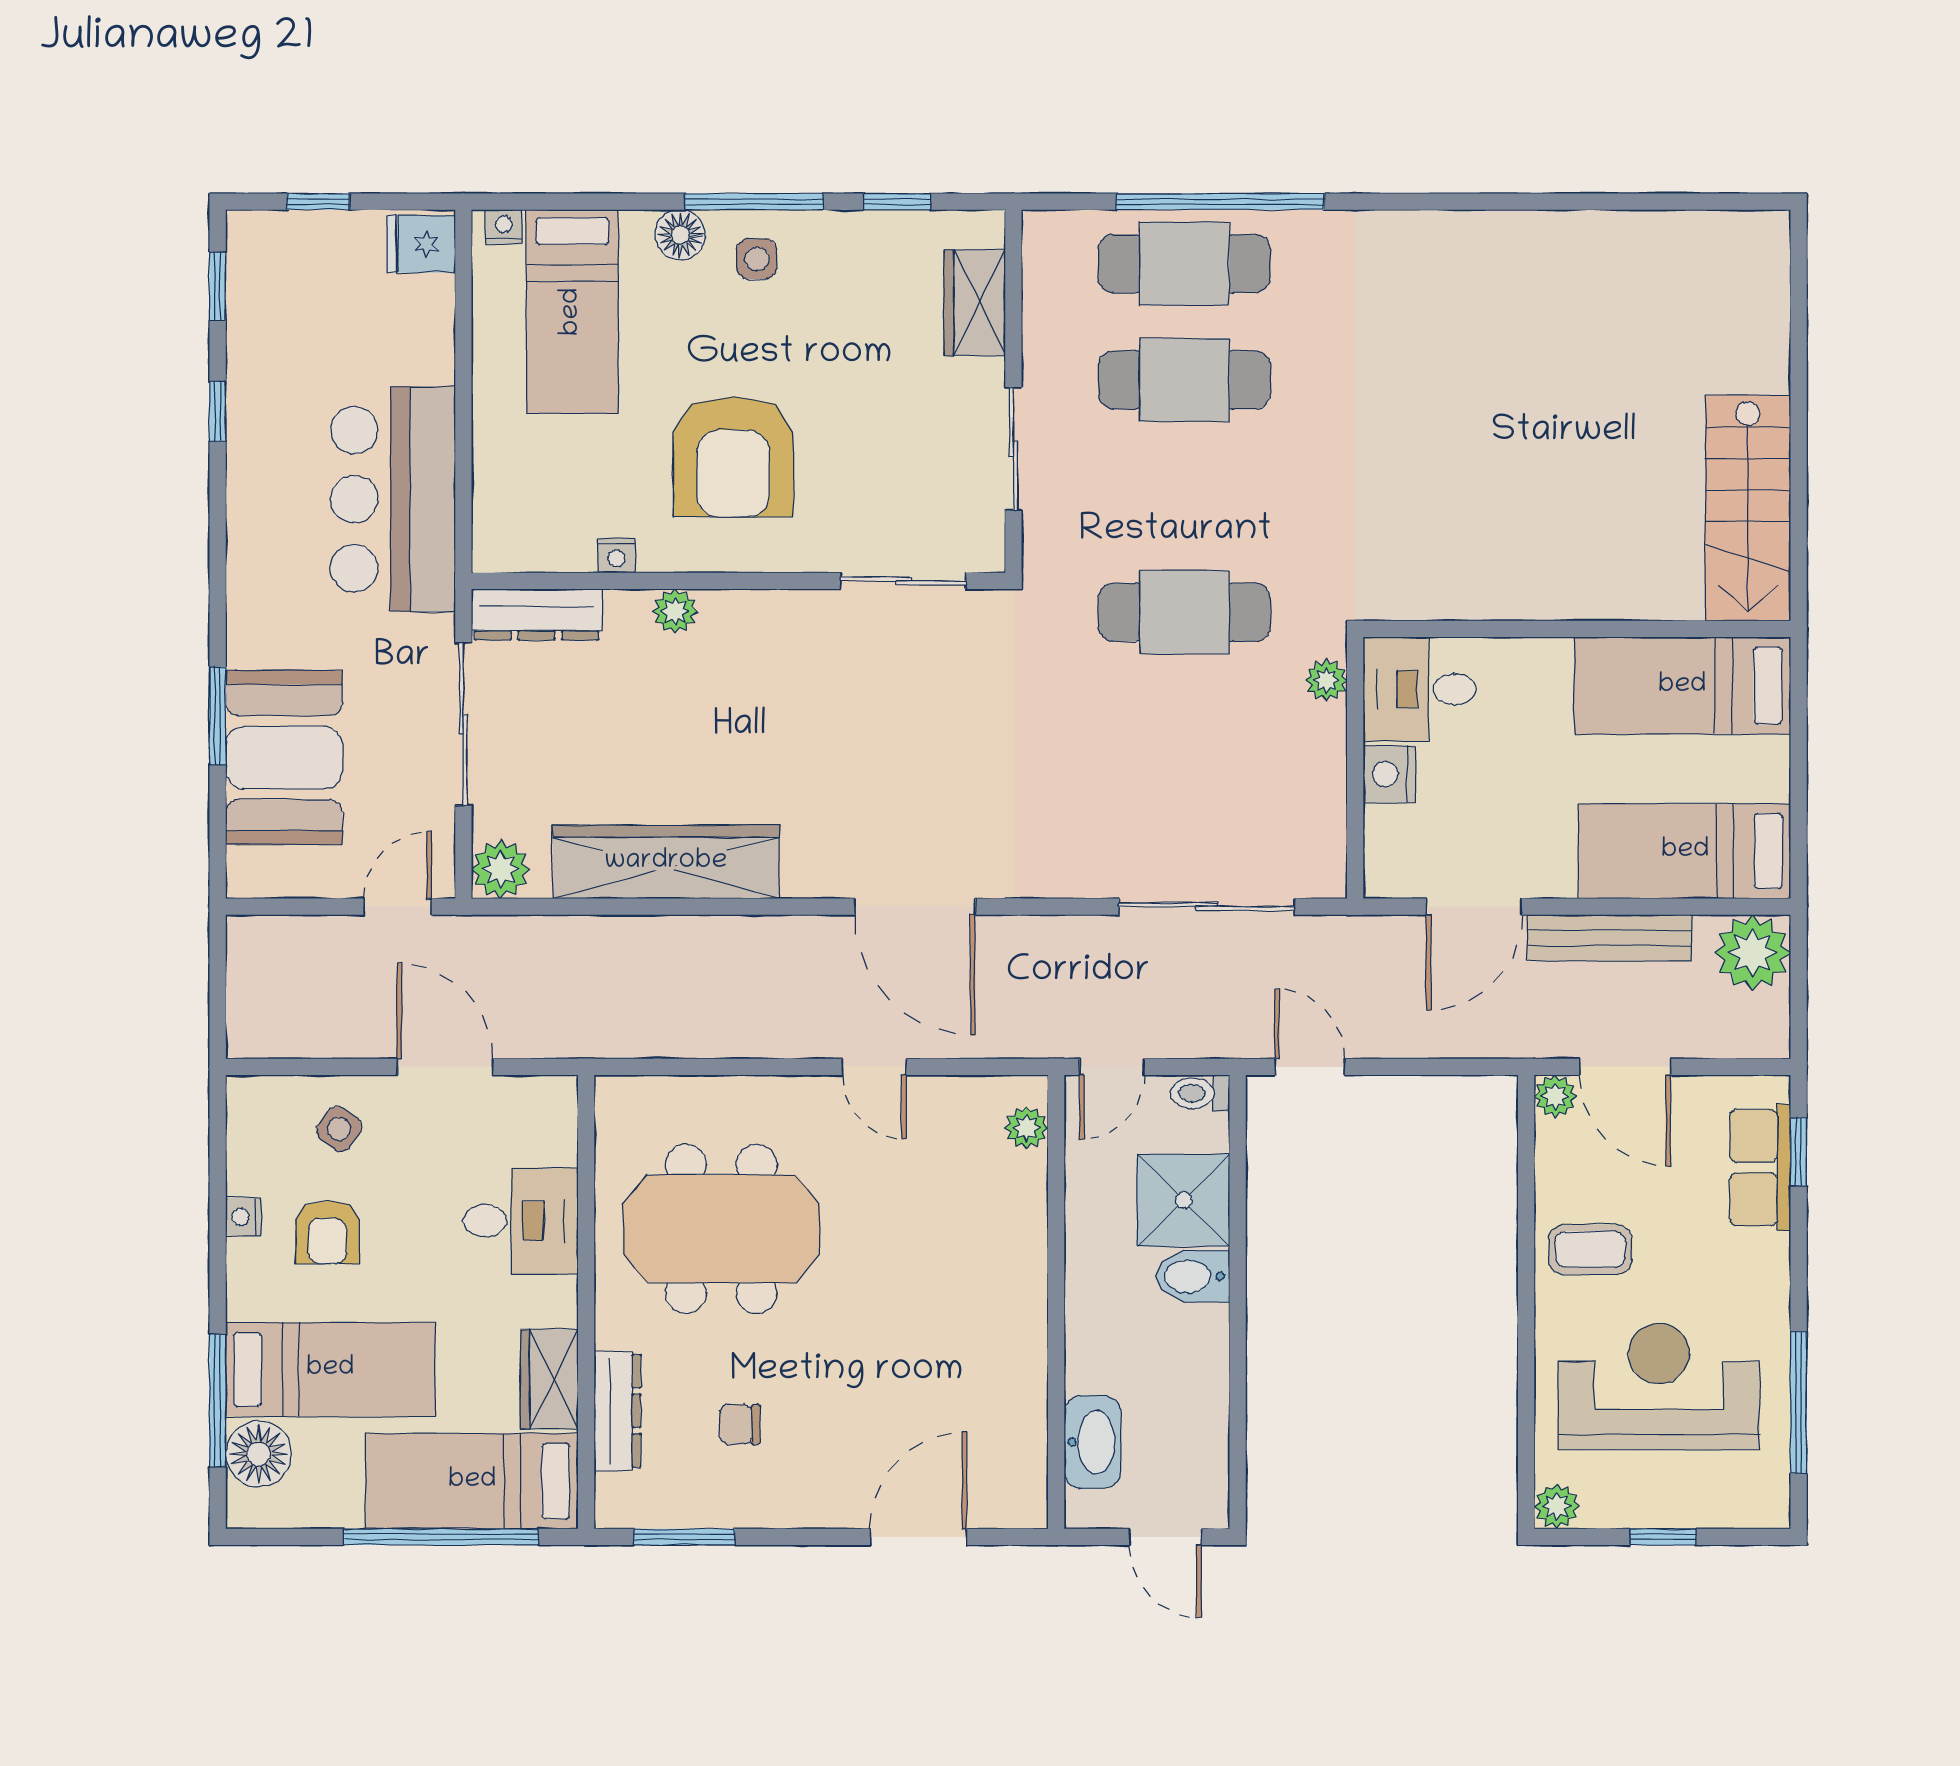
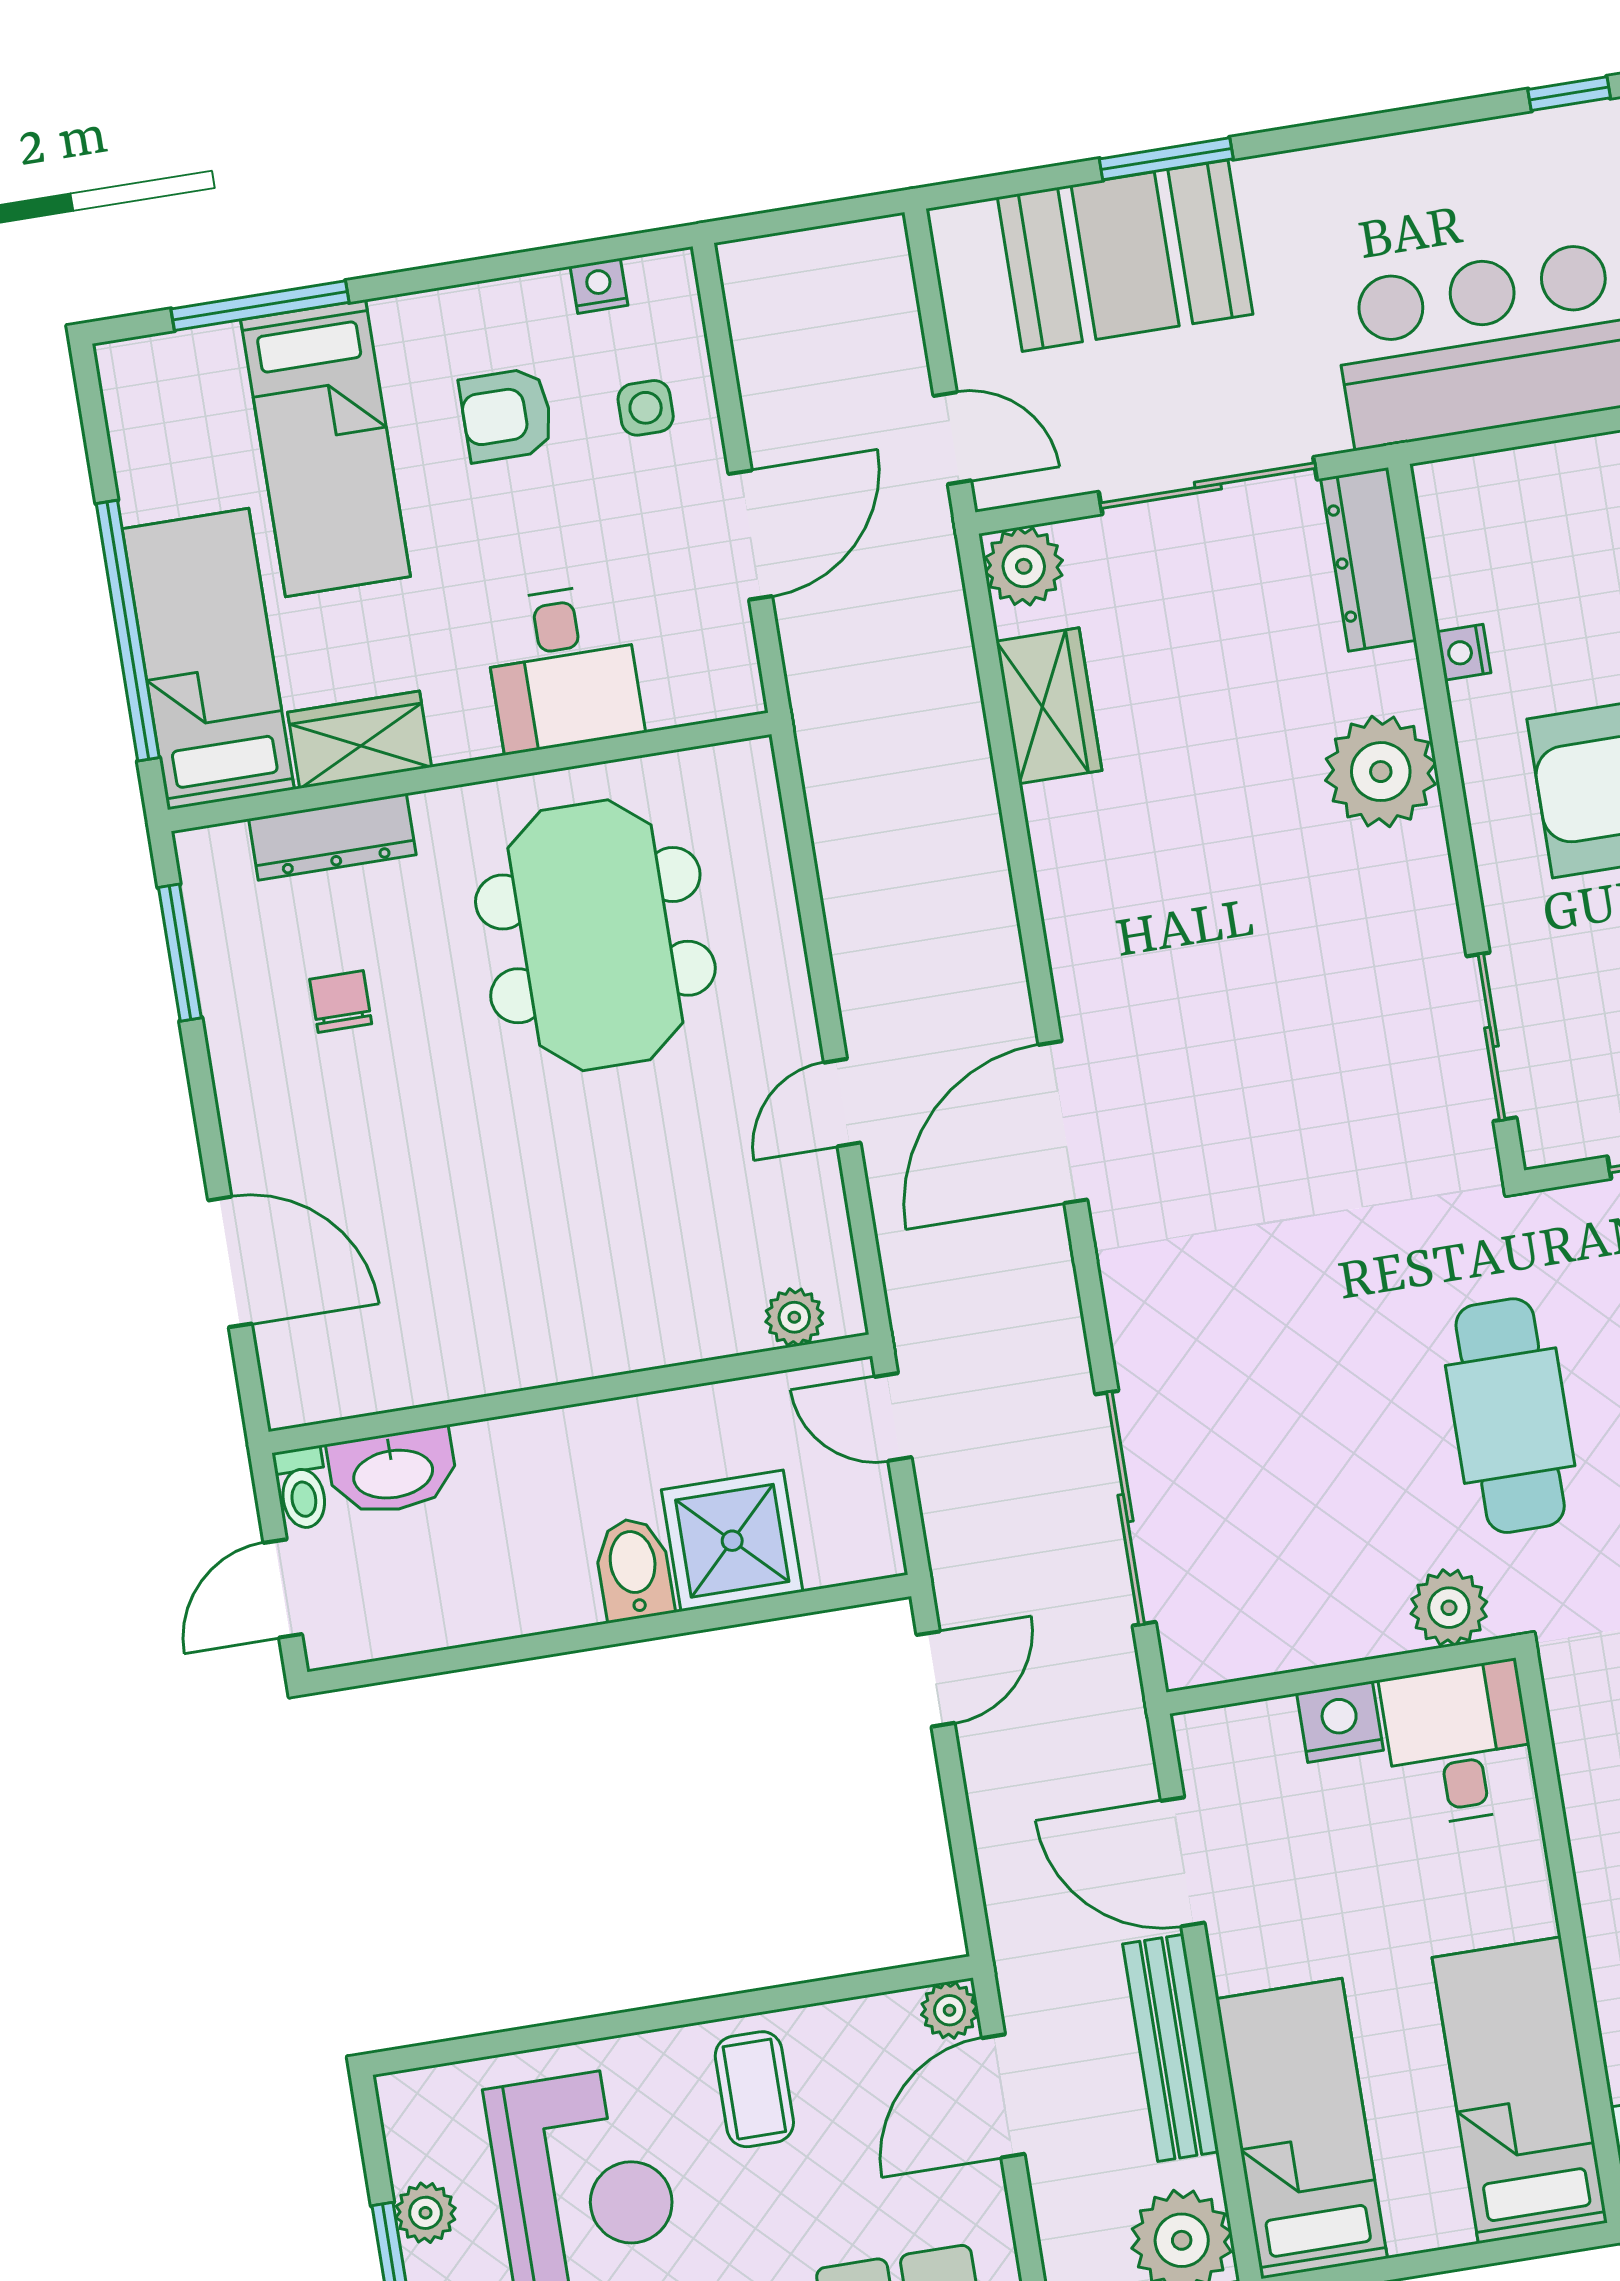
plant: (675, 611) -> (1381, 772), width x1.88, depth x1.88
plant: (1326, 680) -> (1449, 1608), width x1.38, depth x1.38
wardrobe: (666, 862) -> (1049, 706), width x0.48, depth x0.85
toilet: (1200, 1093) -> (302, 1488), moved, turned 180
side table: (339, 1129) -> (646, 408), turned -36
nightstand: (243, 1217) -> (599, 286), moved
floor lamp: (259, 1454) -> (198, 371), removed
plant: (1557, 1506) -> (425, 2213), moved

